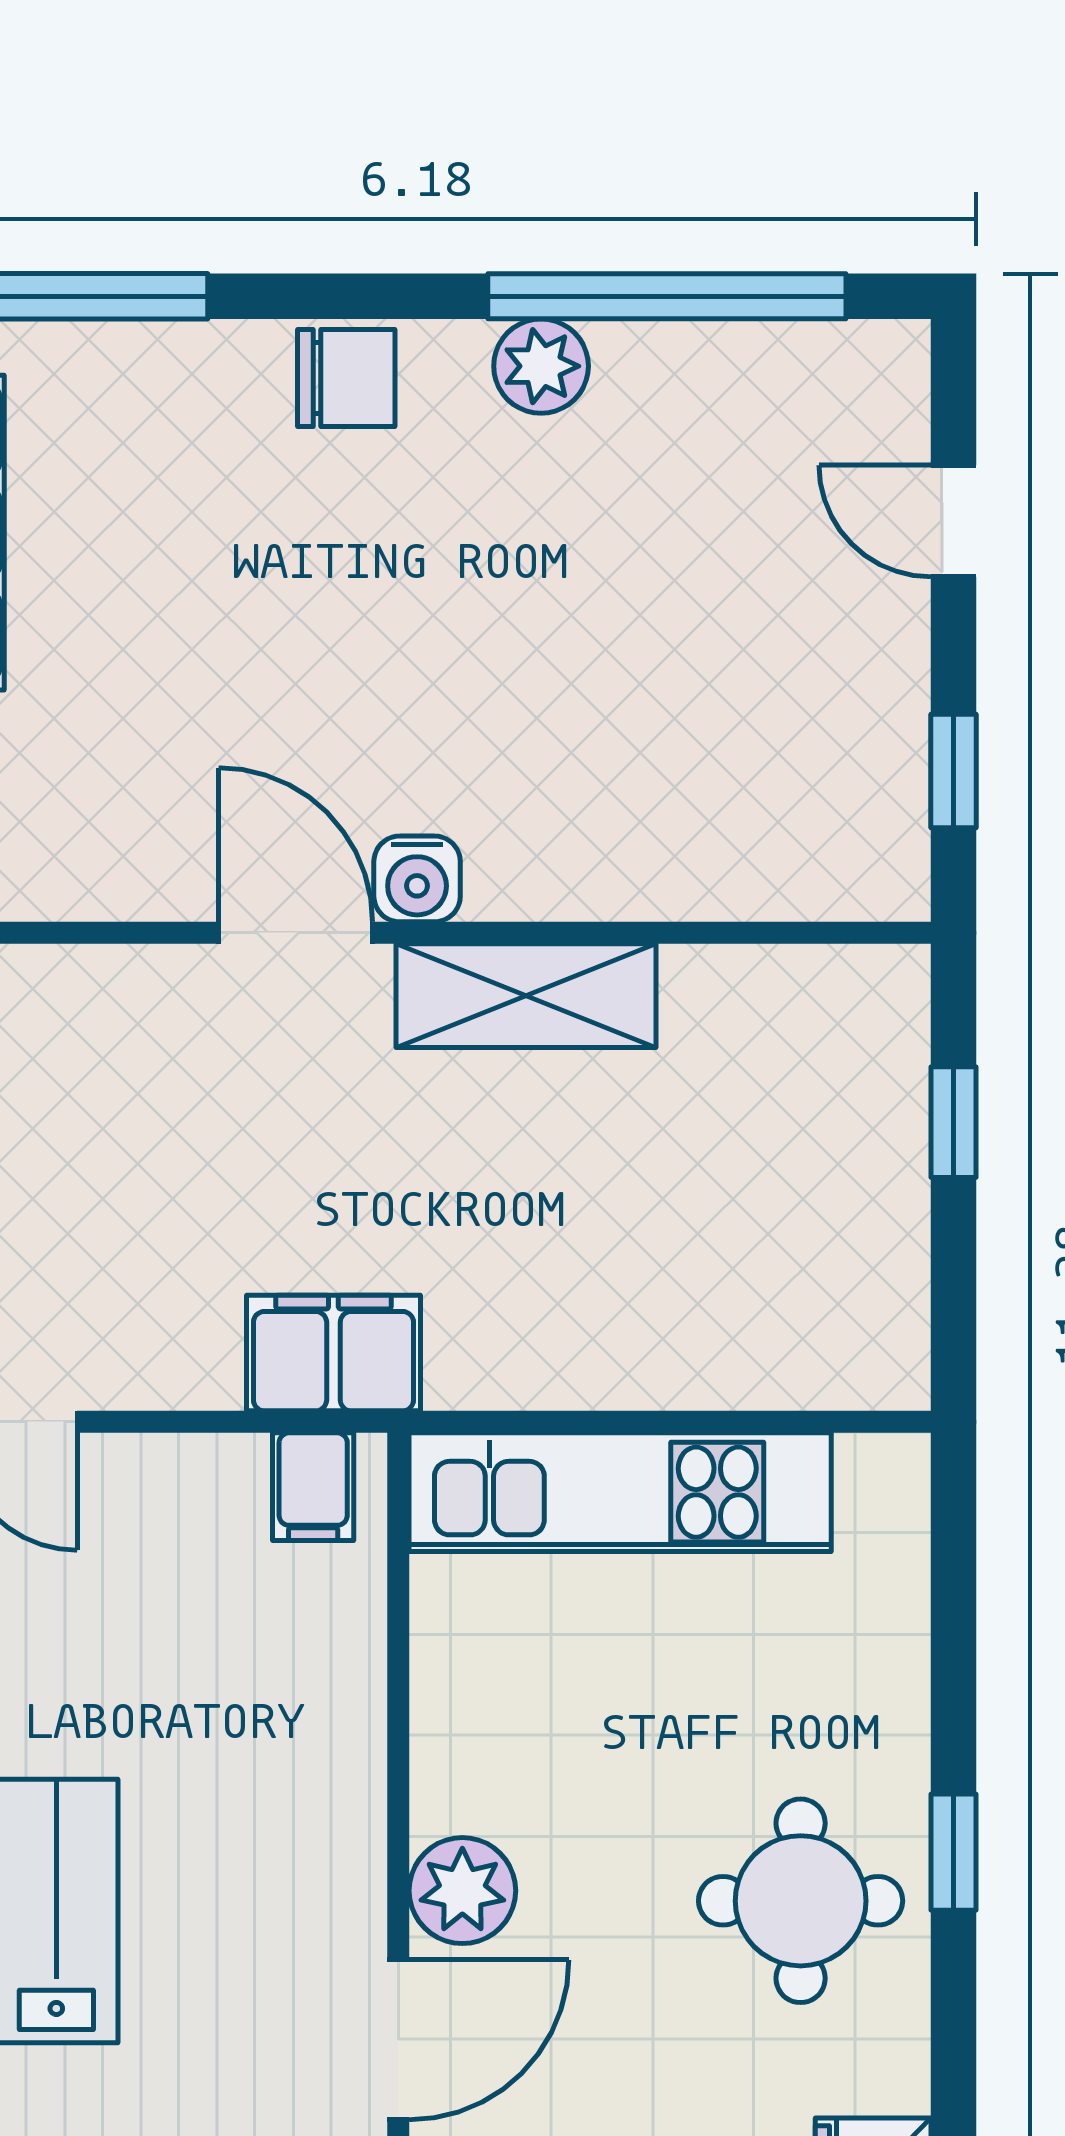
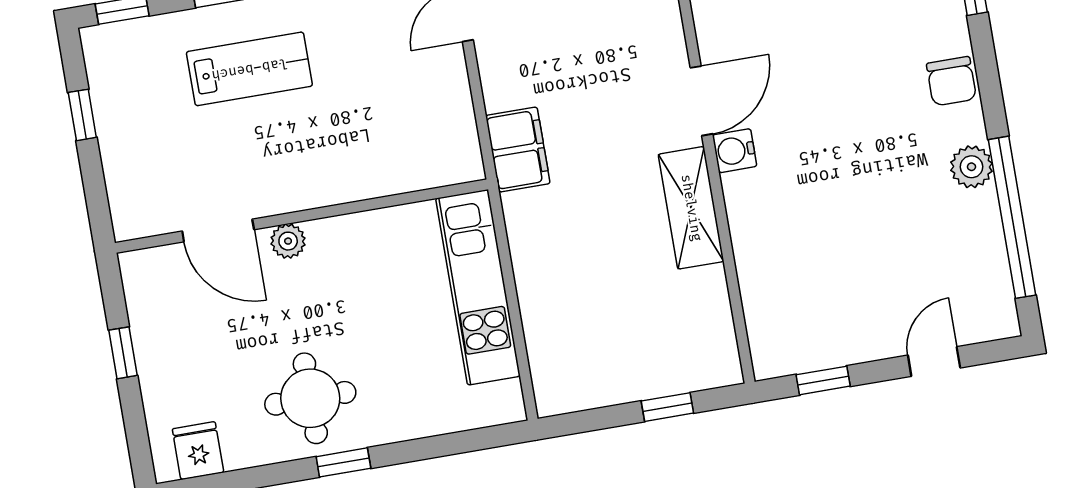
filing cabinet: (313, 1487) -> (457, 151), removed
plant: (462, 1891) -> (288, 241), width x0.73, depth x0.73

